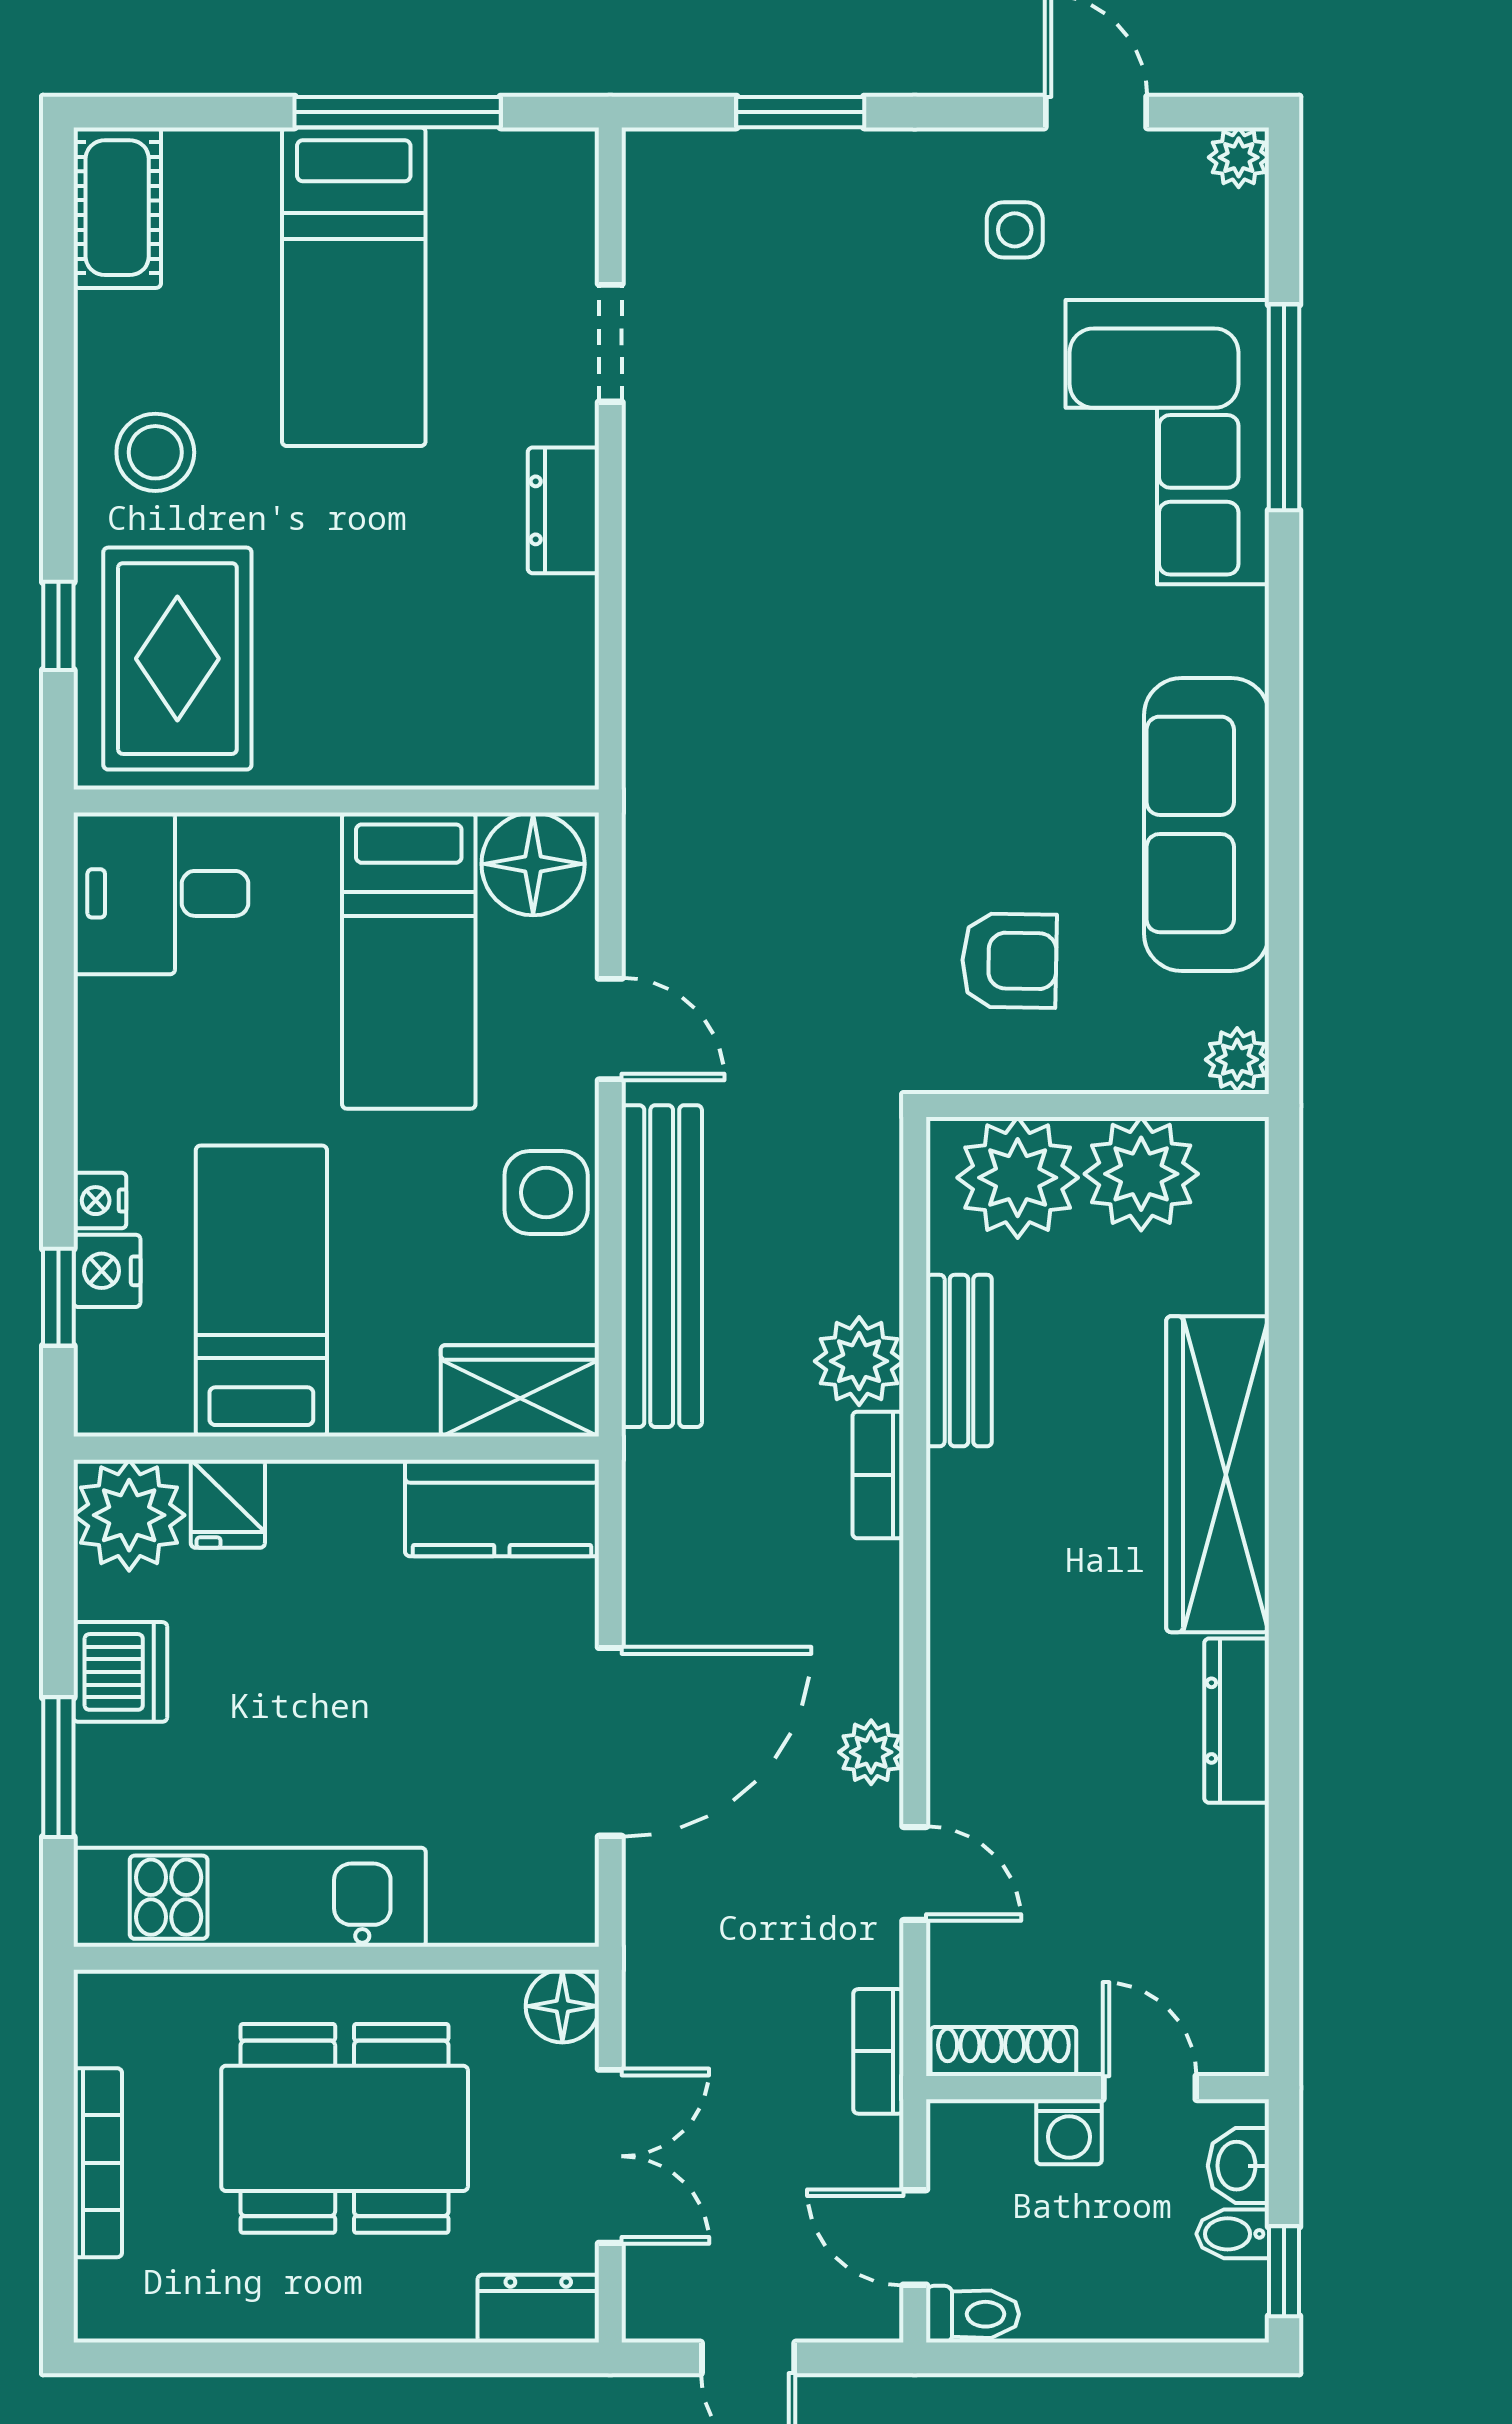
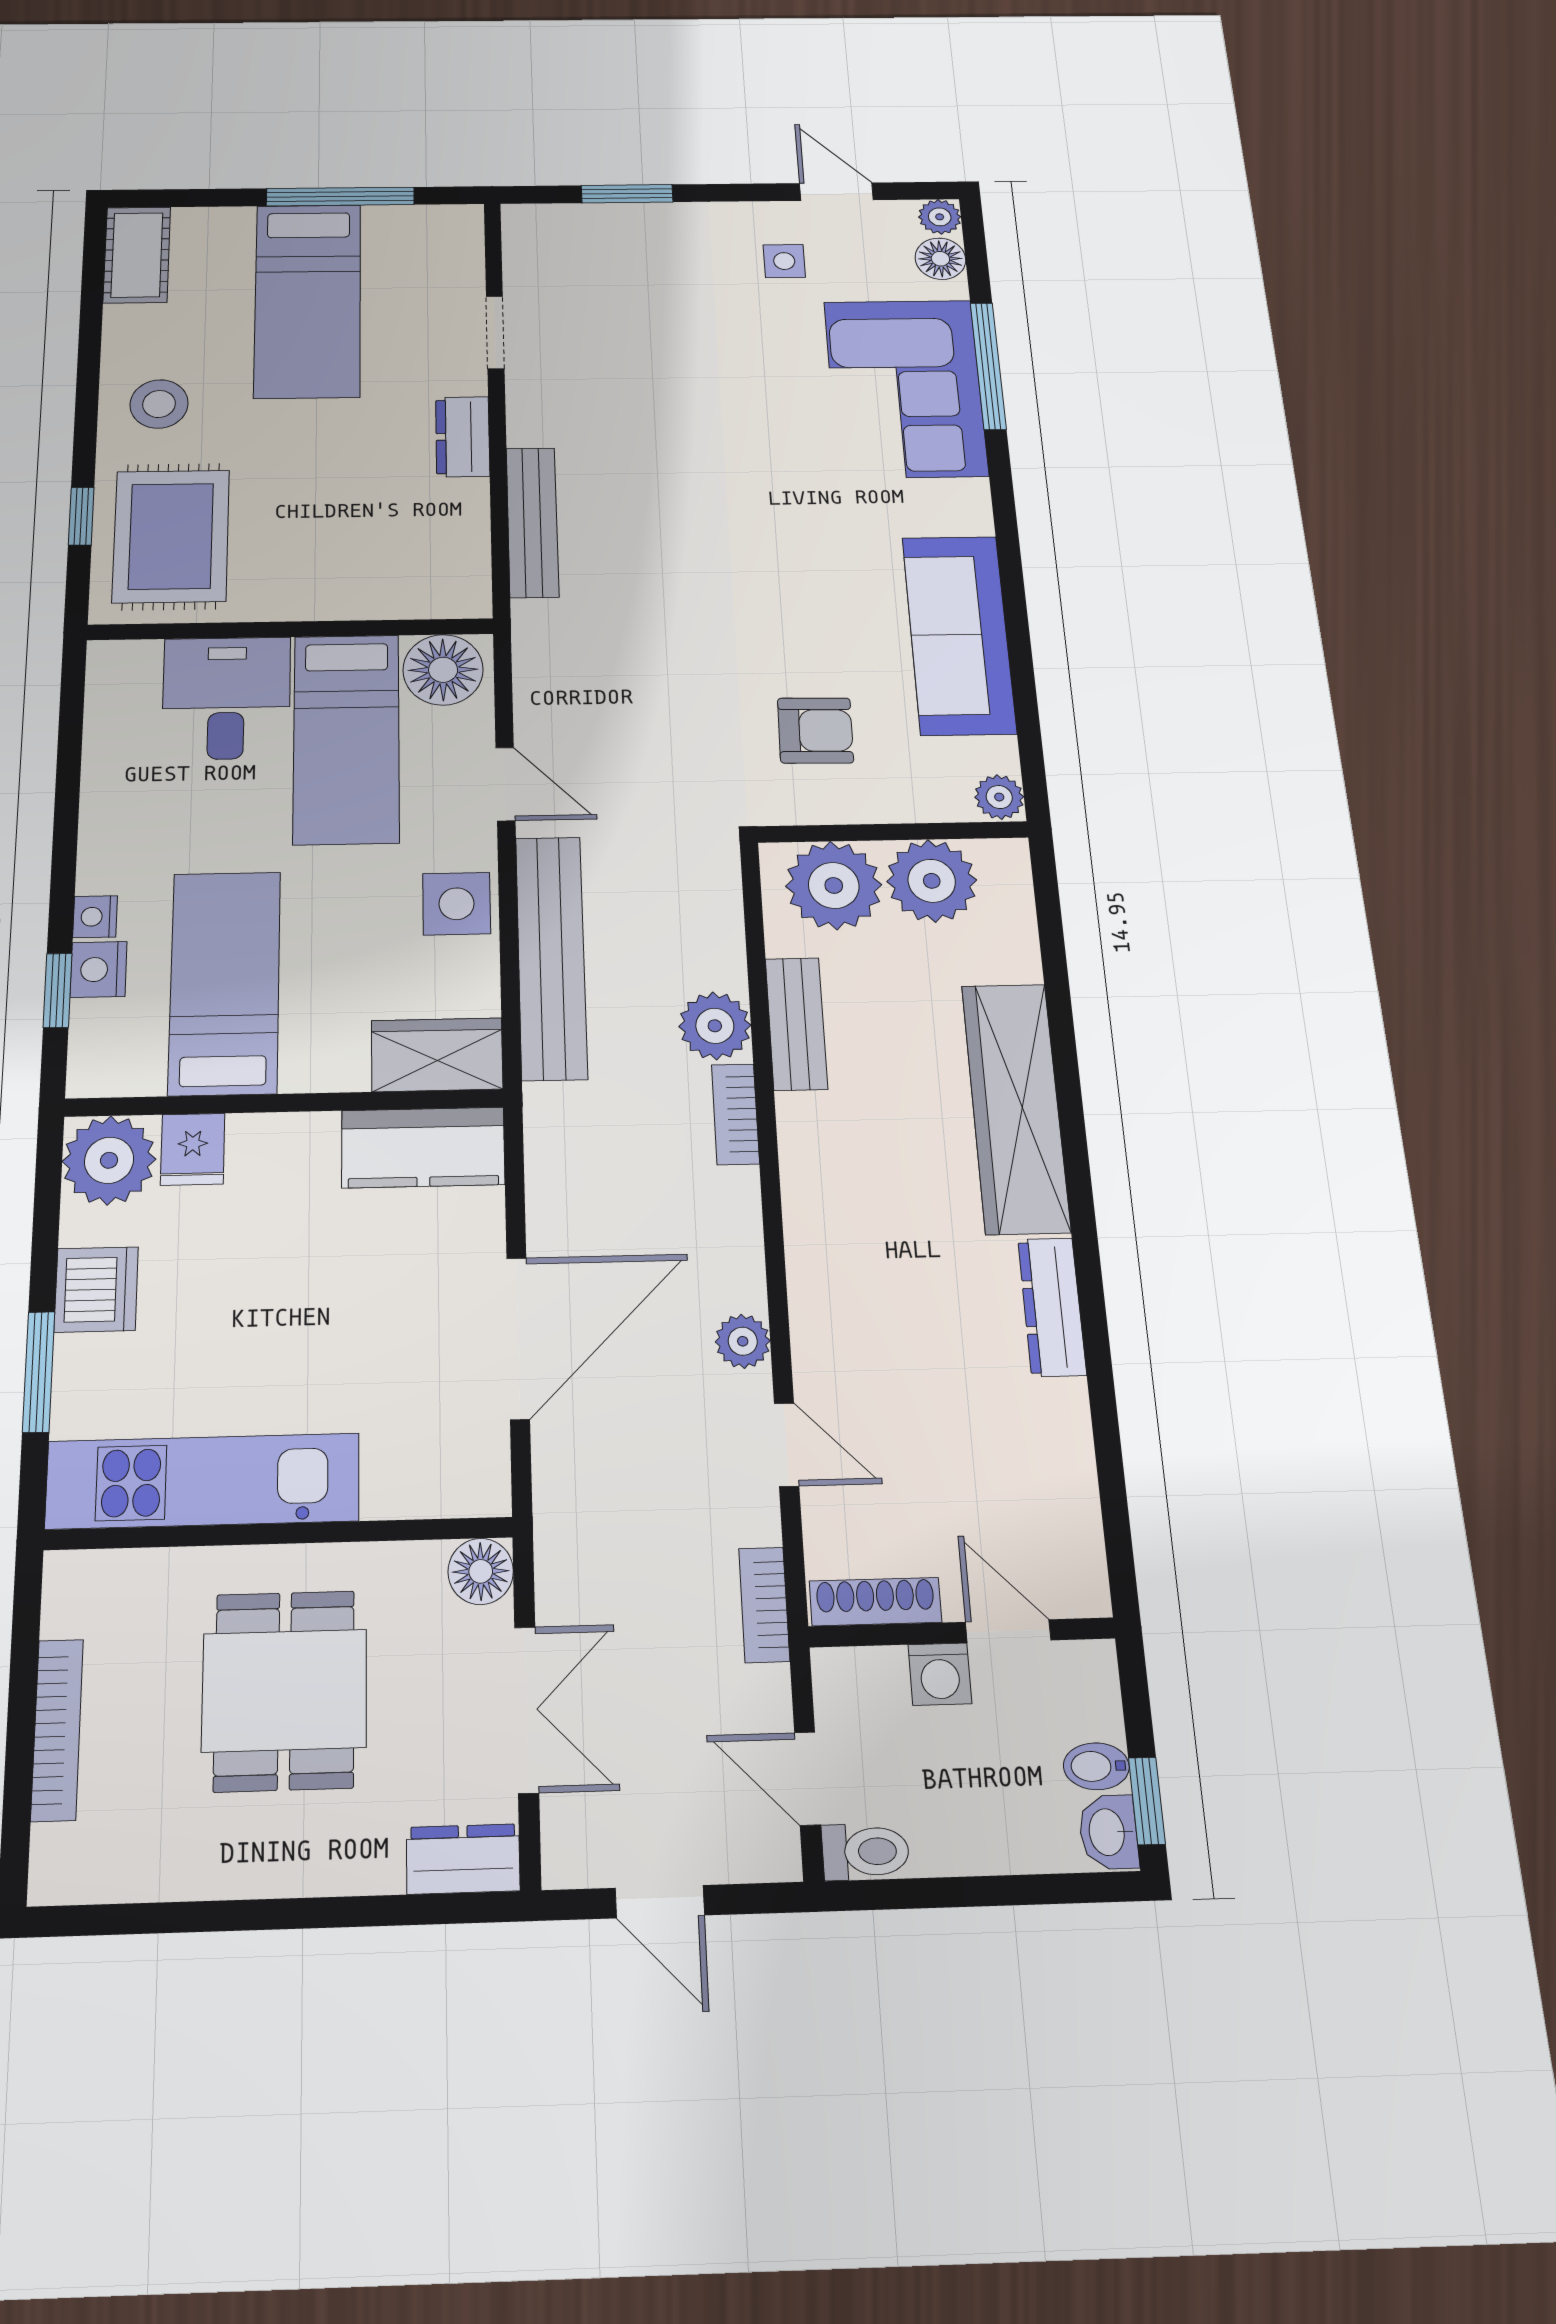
floor lamp: (1234, 229) -> (940, 259), added
bench: (654, 645) -> (532, 522), added
desk: (161, 893) -> (226, 698), moved, turned 90
dining table: (345, 2128) -> (284, 1690), width x0.73
washbasin: (1238, 2166) -> (1108, 1832), moved

